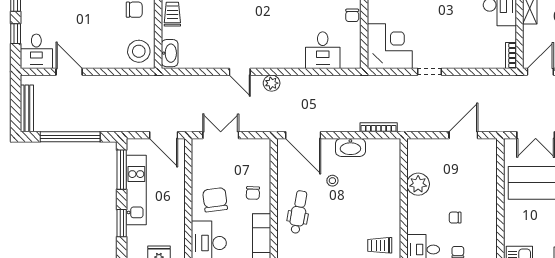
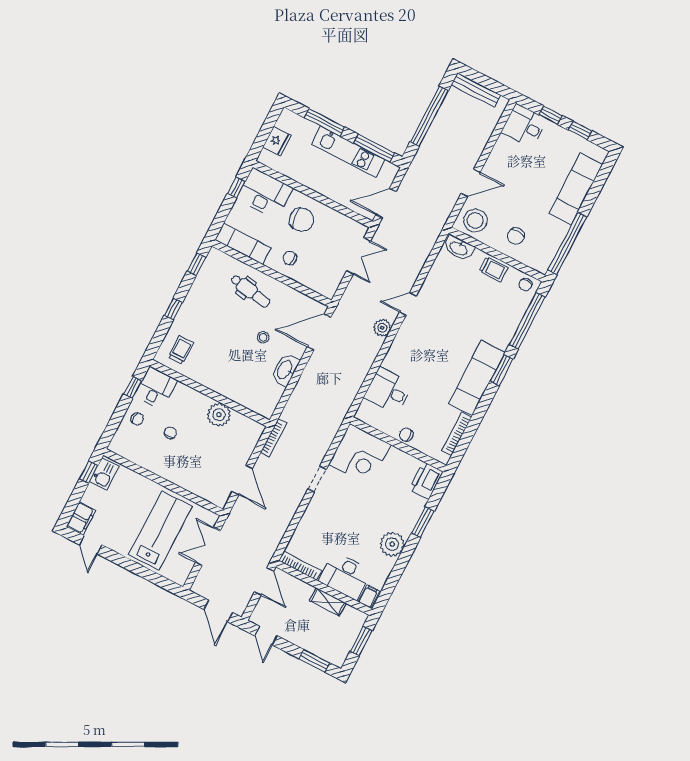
bookcase: (511, 55) -> (300, 566), width x1.56
door: (69, 72) -> (471, 183), moved
bookcase: (379, 127) -> (274, 438), moved
window: (122, 223) -> (325, 122), width x1.44

